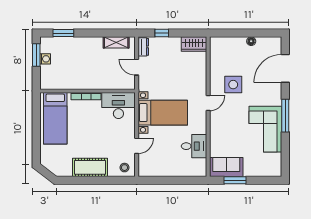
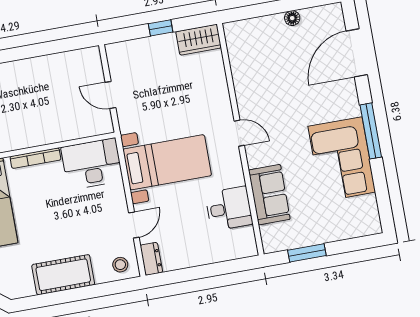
window: (162, 33) -> (161, 28), moved
shelving: (116, 42) -> (69, 60), removed
dresser: (143, 47) -> (151, 259), moved
side table: (233, 85) -> (275, 95), removed
door: (208, 103) -> (239, 133), hinge flipped
sofa: (226, 167) -> (269, 195), moved, turned 90

